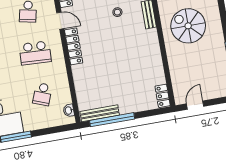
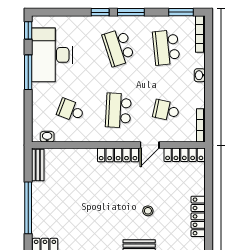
bench: (100, 113) -> (38, 165), width x0.73
window: (112, 120) -> (28, 208), moved

